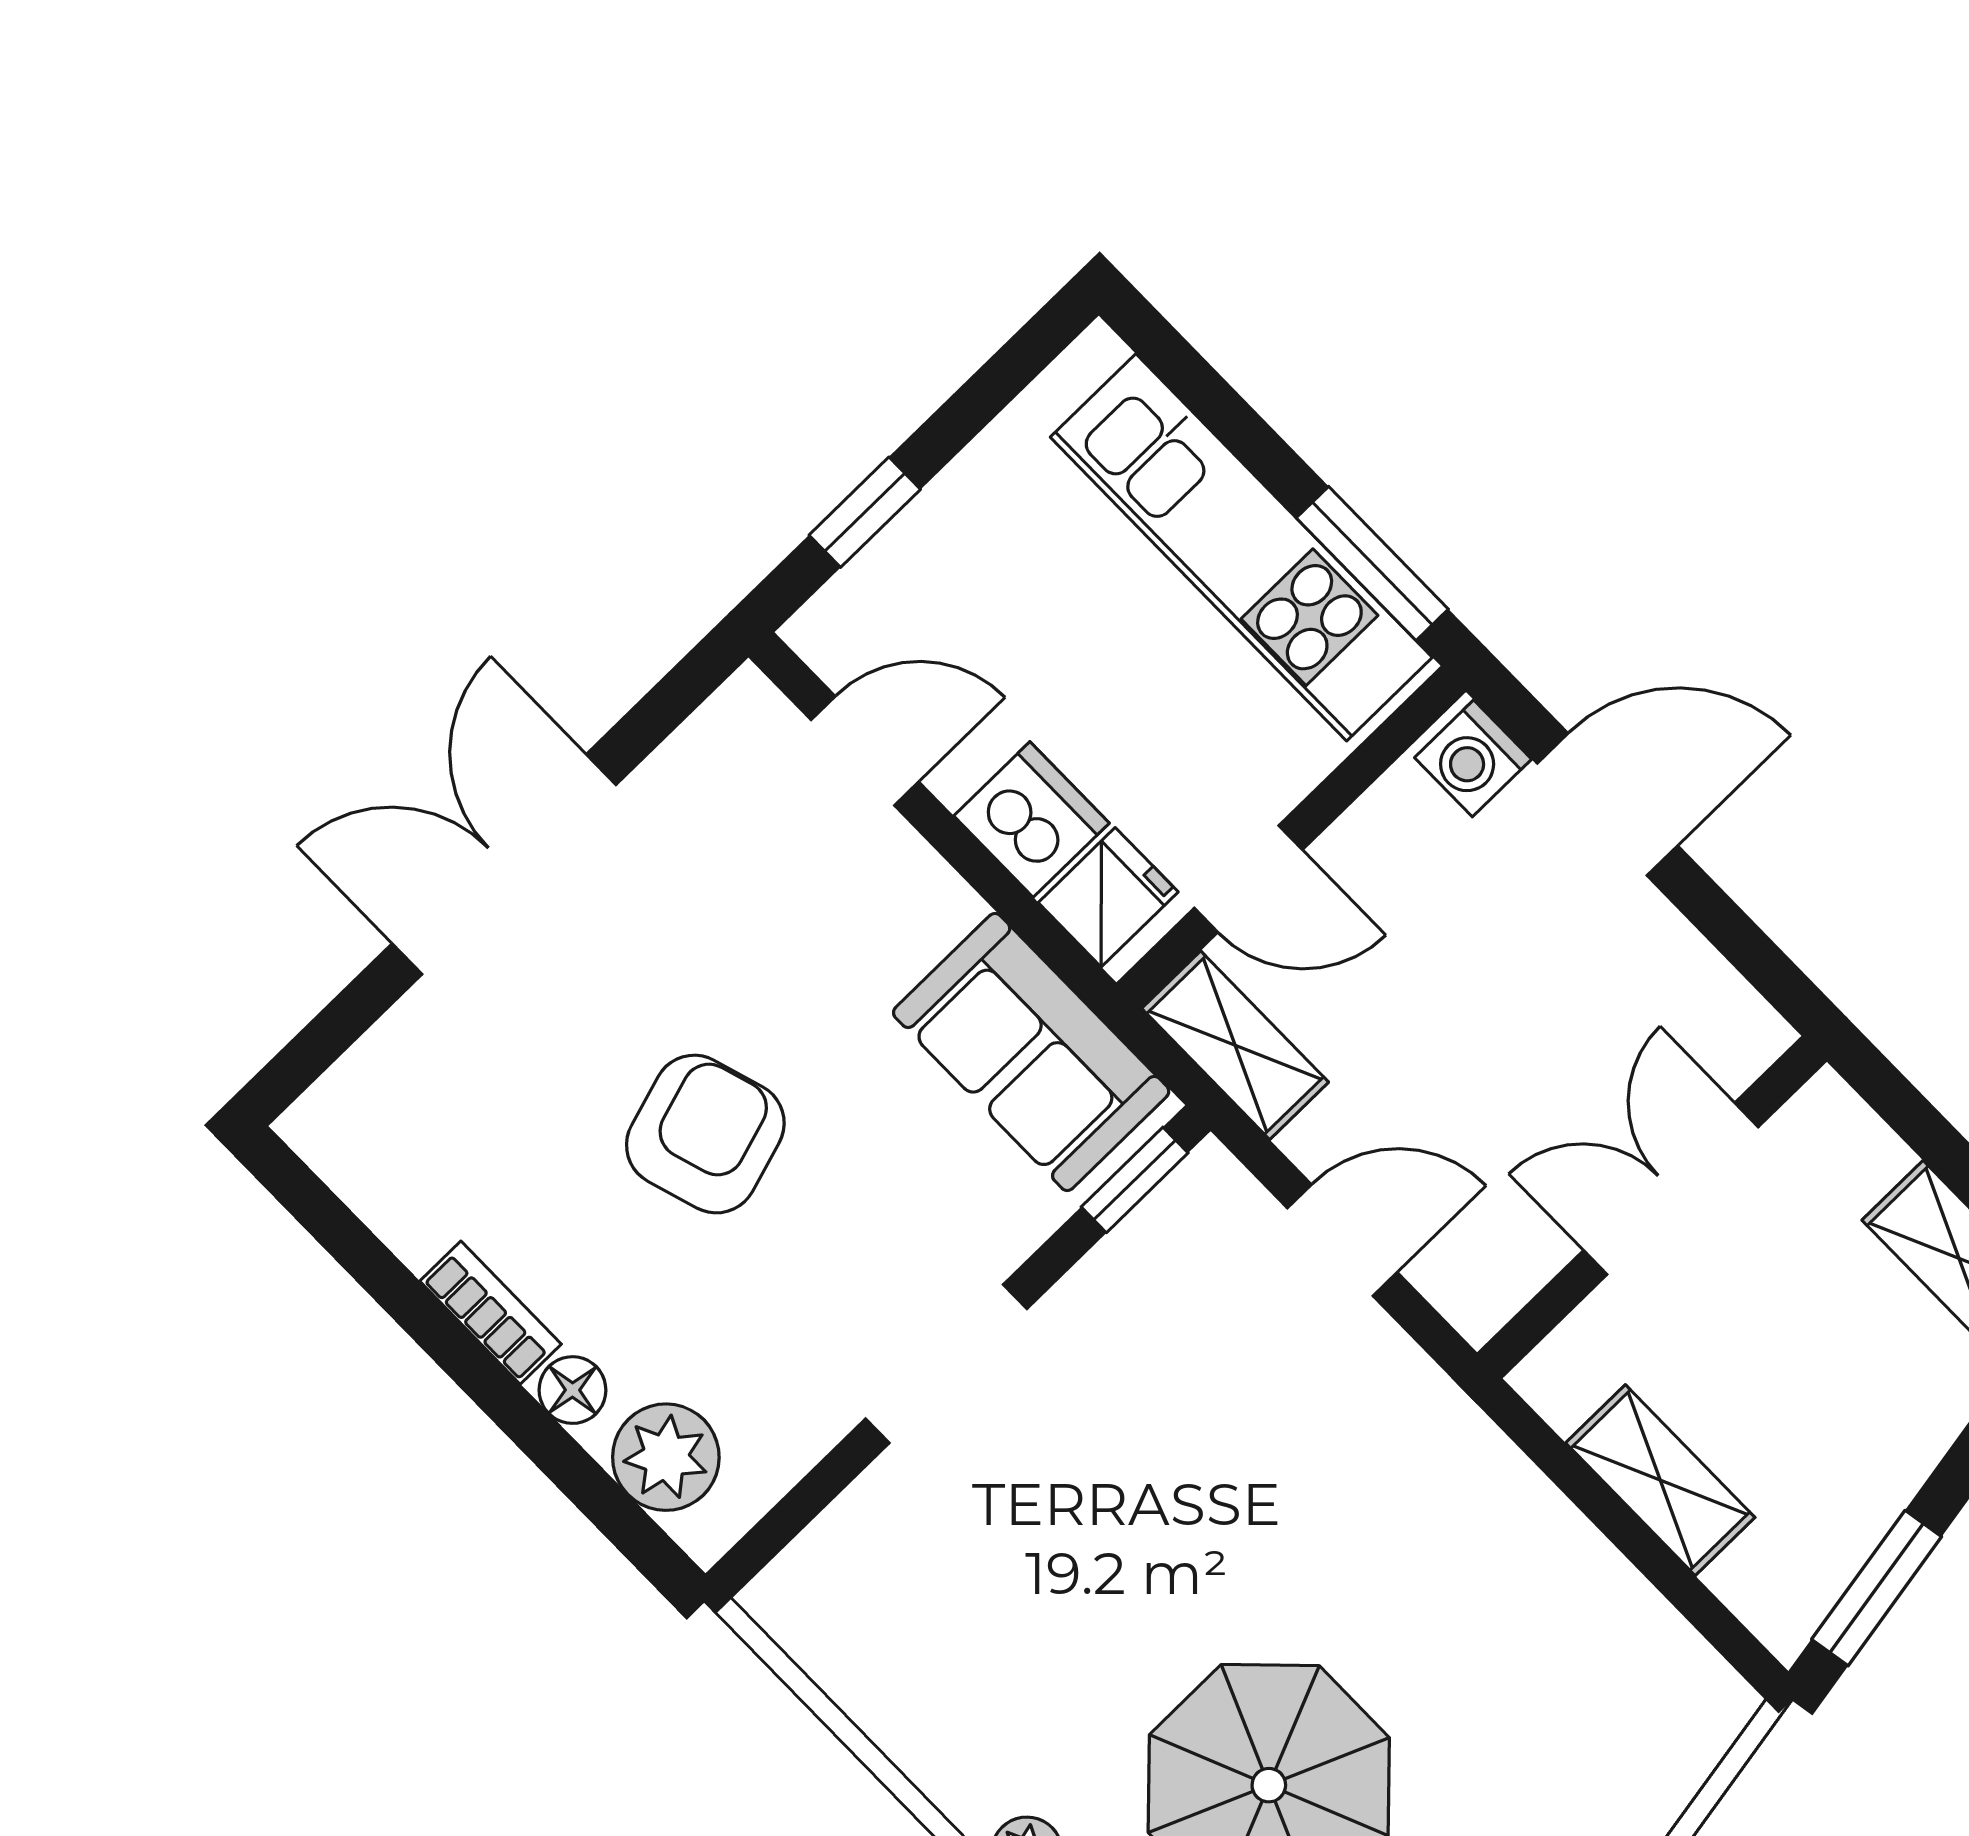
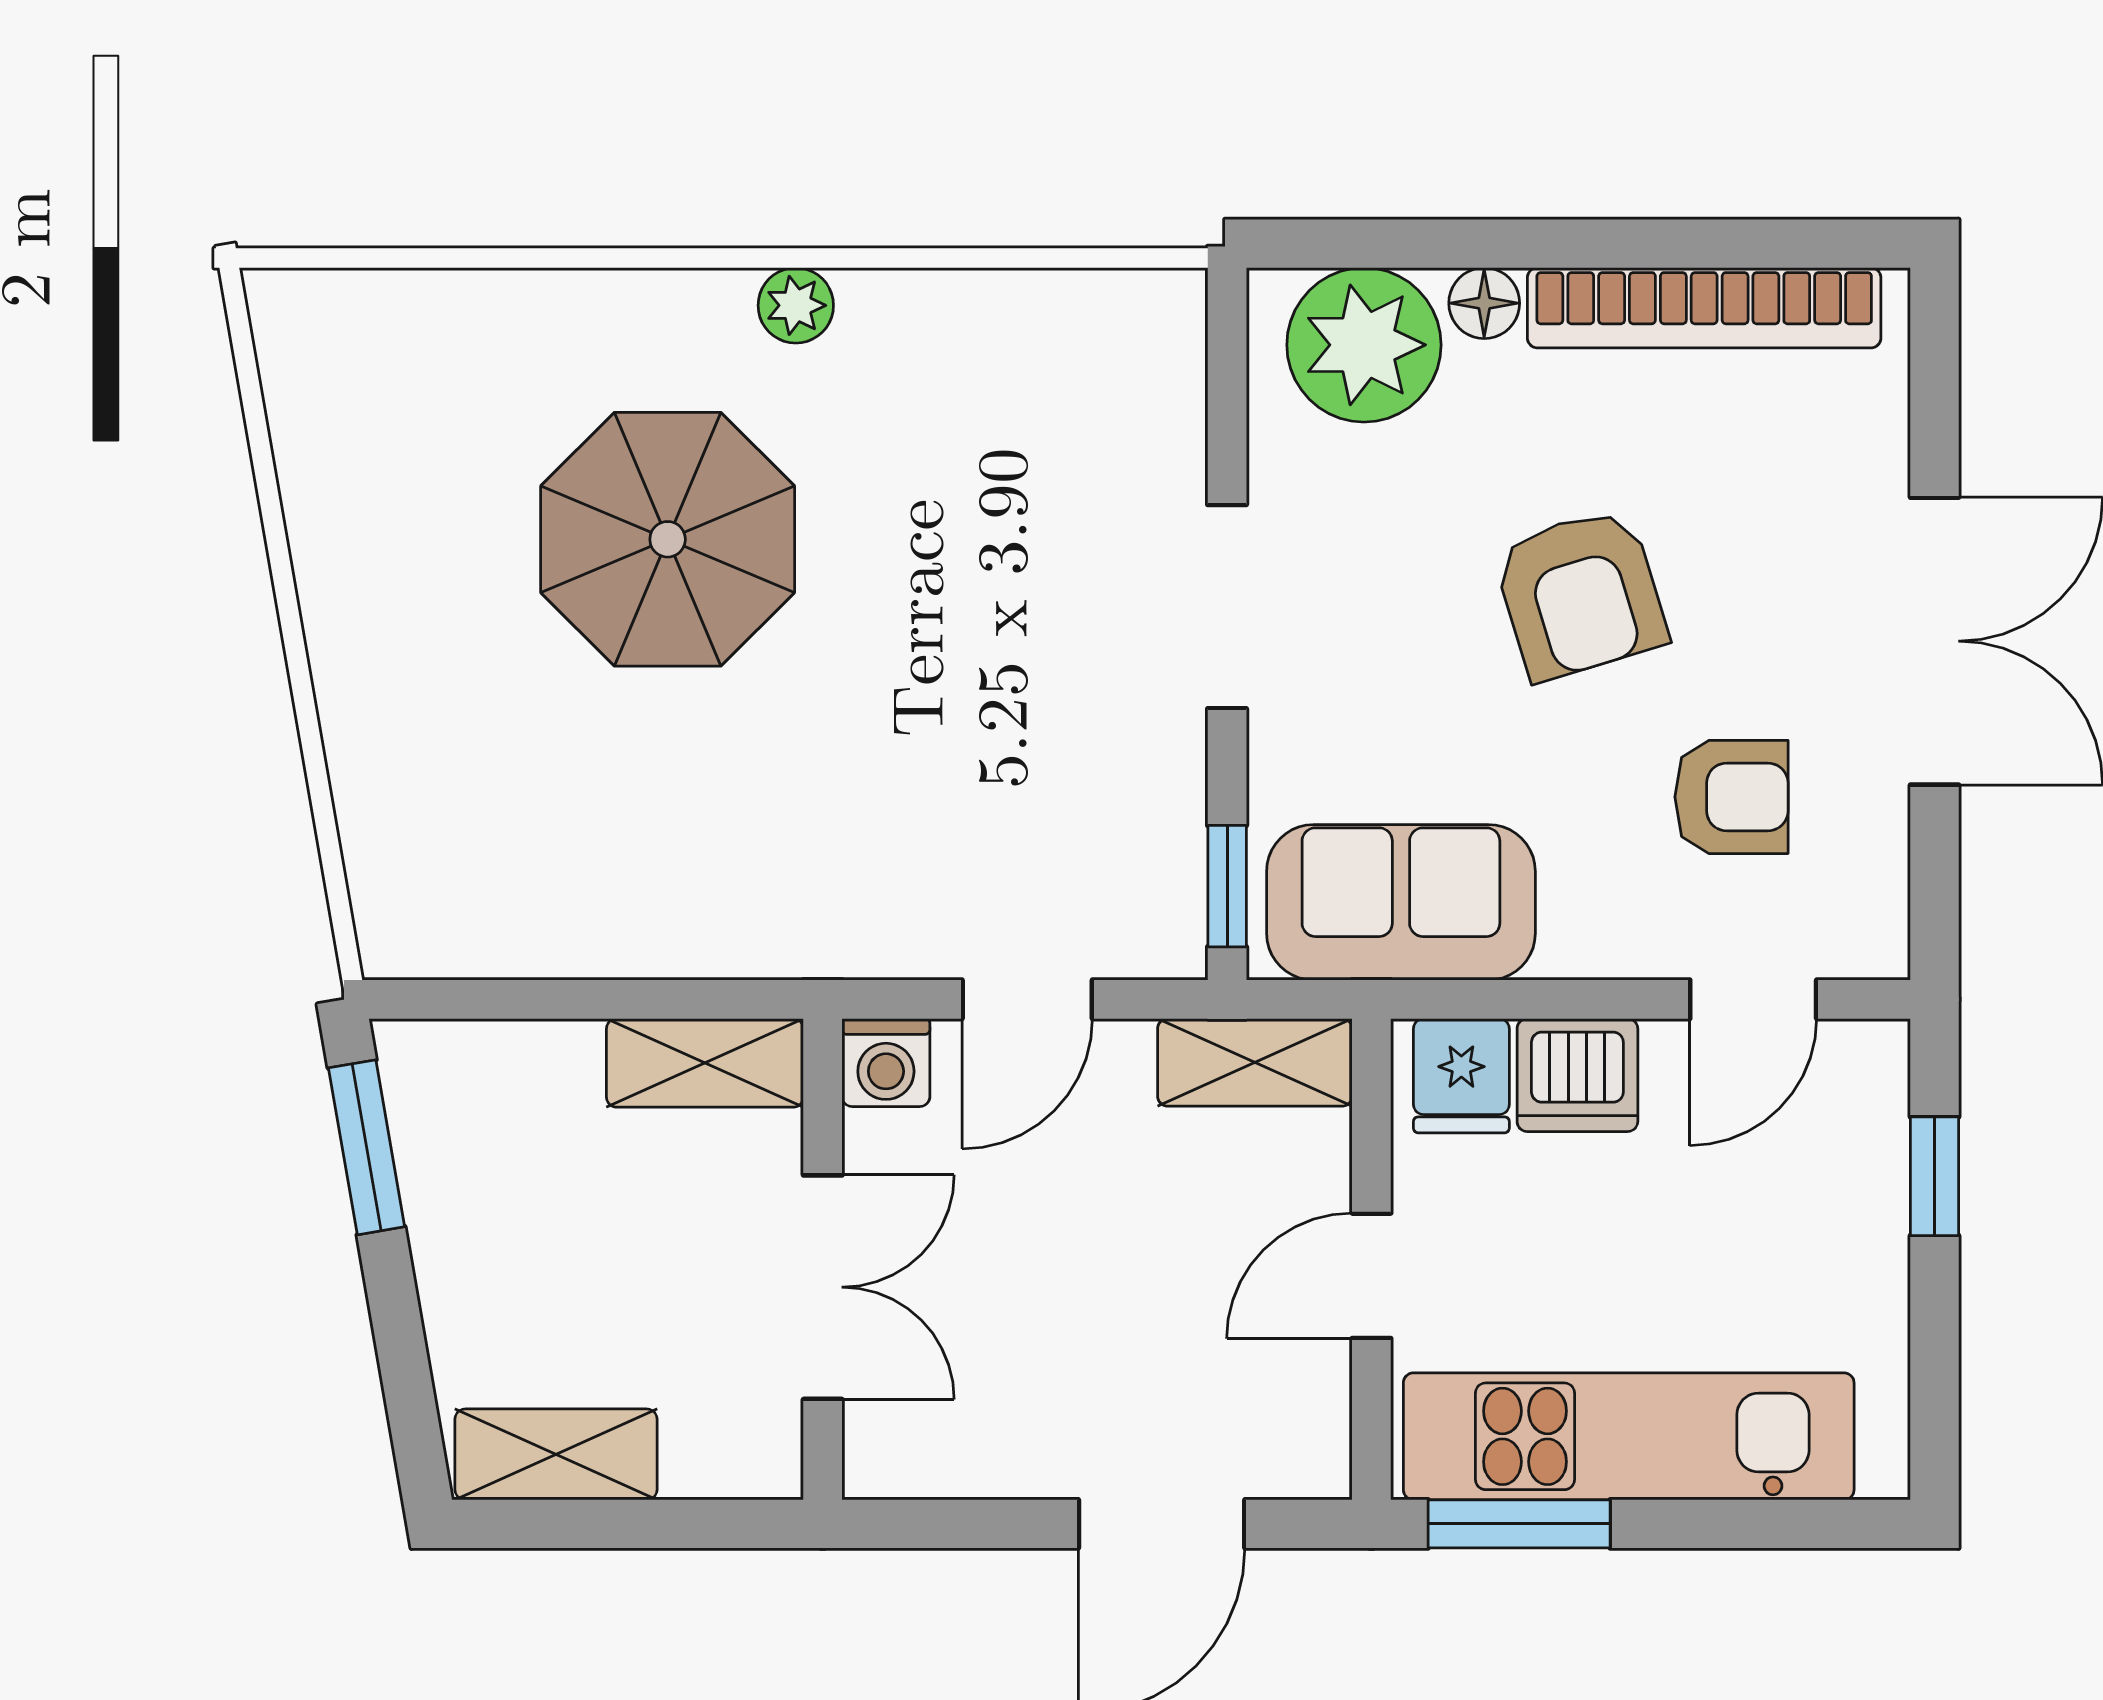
washing machine: (1473, 758) -> (886, 1063), moved, turned 180
door: (1248, 879) -> (1371, 1276), moved
armchair: (743, 899) -> (1731, 797), added
bookcase: (491, 1313) -> (1704, 308), width x2.31, depth x1.31
plant: (666, 1457) -> (1364, 345), width x1.36, depth x1.36
shelving: (1660, 1480) -> (705, 1063), moved

